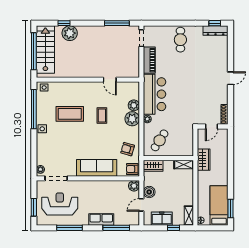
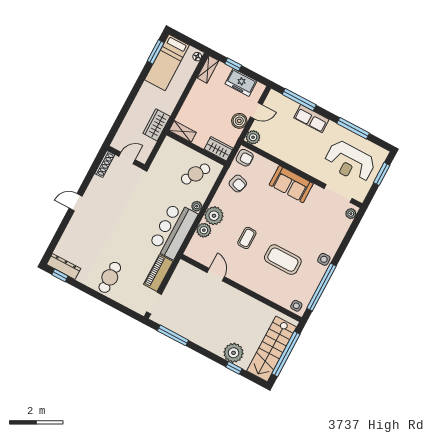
sofa: (97, 168) -> (291, 184), width x0.73

